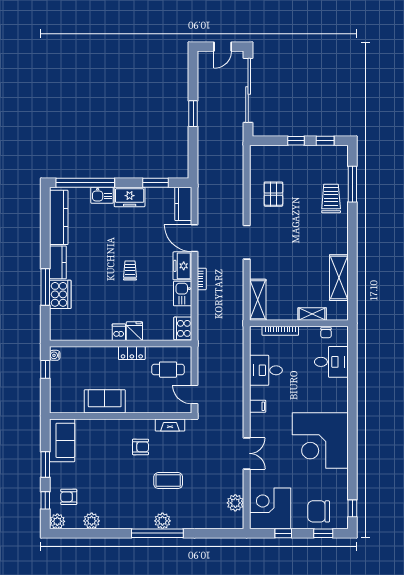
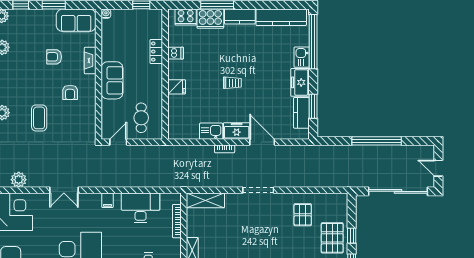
window: (193, 114) -> (377, 141), width x2.11
pallet: (299, 162) -> (332, 238), added
pallet: (273, 194) -> (303, 215), turned 90
kitchen counter: (183, 204) -> (301, 113), moved, turned -90
door: (195, 238) -> (262, 142), hinge flipped
cooker: (183, 328) -> (186, 17), moved, turned 180
dishwasher: (119, 332) -> (176, 53), moved
locker: (132, 353) -> (156, 52), moved
water cooler: (55, 355) -> (106, 14), moved
desk: (266, 370) -> (141, 208), width x1.37
sofa: (105, 401) -> (112, 80), moved
fireplace: (170, 425) -> (90, 61), moved
armchair: (69, 497) -> (54, 57), moved, turned -90

